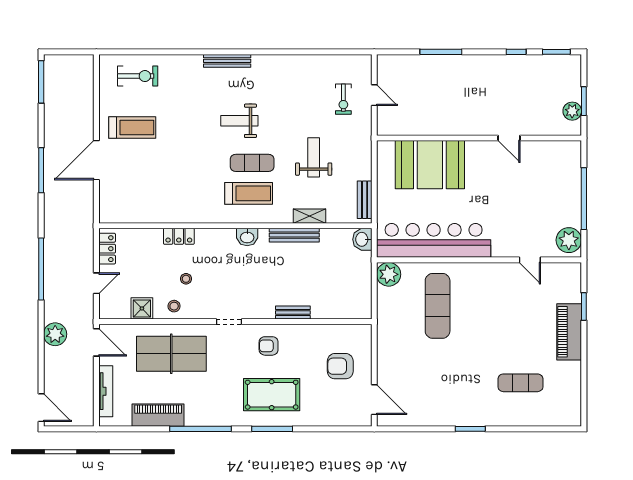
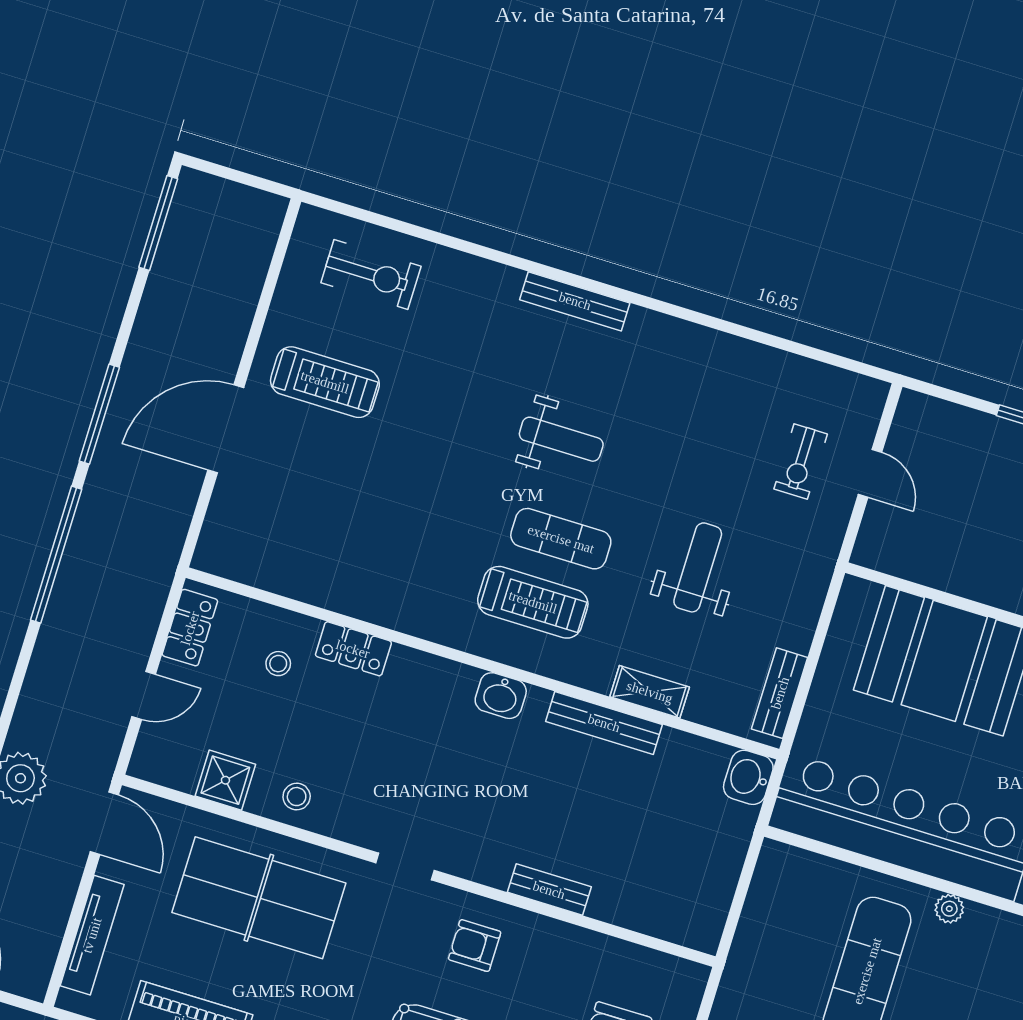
weight bench: (239, 121) -> (561, 439), turned 180
window: (41, 269) -> (56, 555), moved
plant: (389, 274) -> (949, 909), moved, width x0.53, depth x0.53
stool: (186, 279) -> (278, 664), moved

